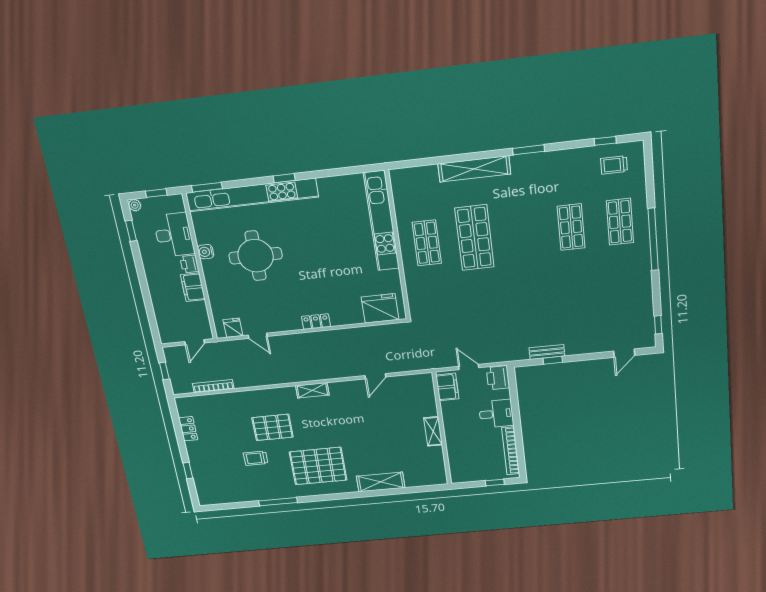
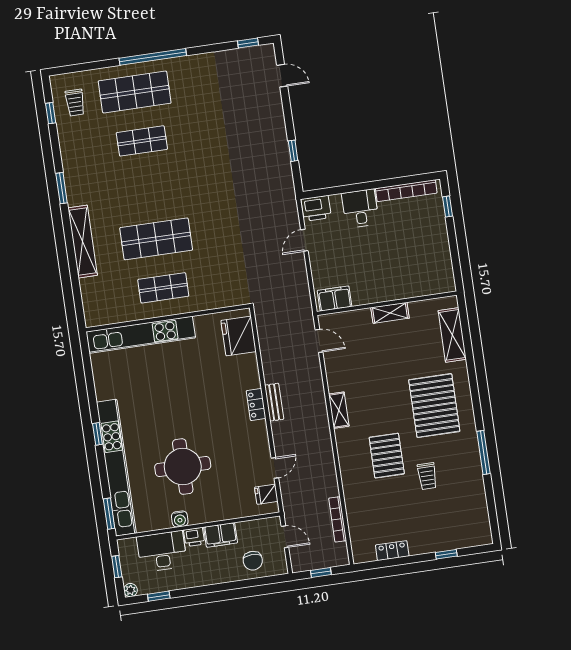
shop shelf: (620, 222) -> (135, 92), width x1.43, depth x1.36
chair: (171, 314) -> (253, 561), added
bench: (547, 352) -> (274, 402), moved
filing cabinet: (447, 387) -> (335, 298), moved
wall: (442, 429) -> (387, 303), moved
shelving: (433, 431) -> (390, 313), moved

